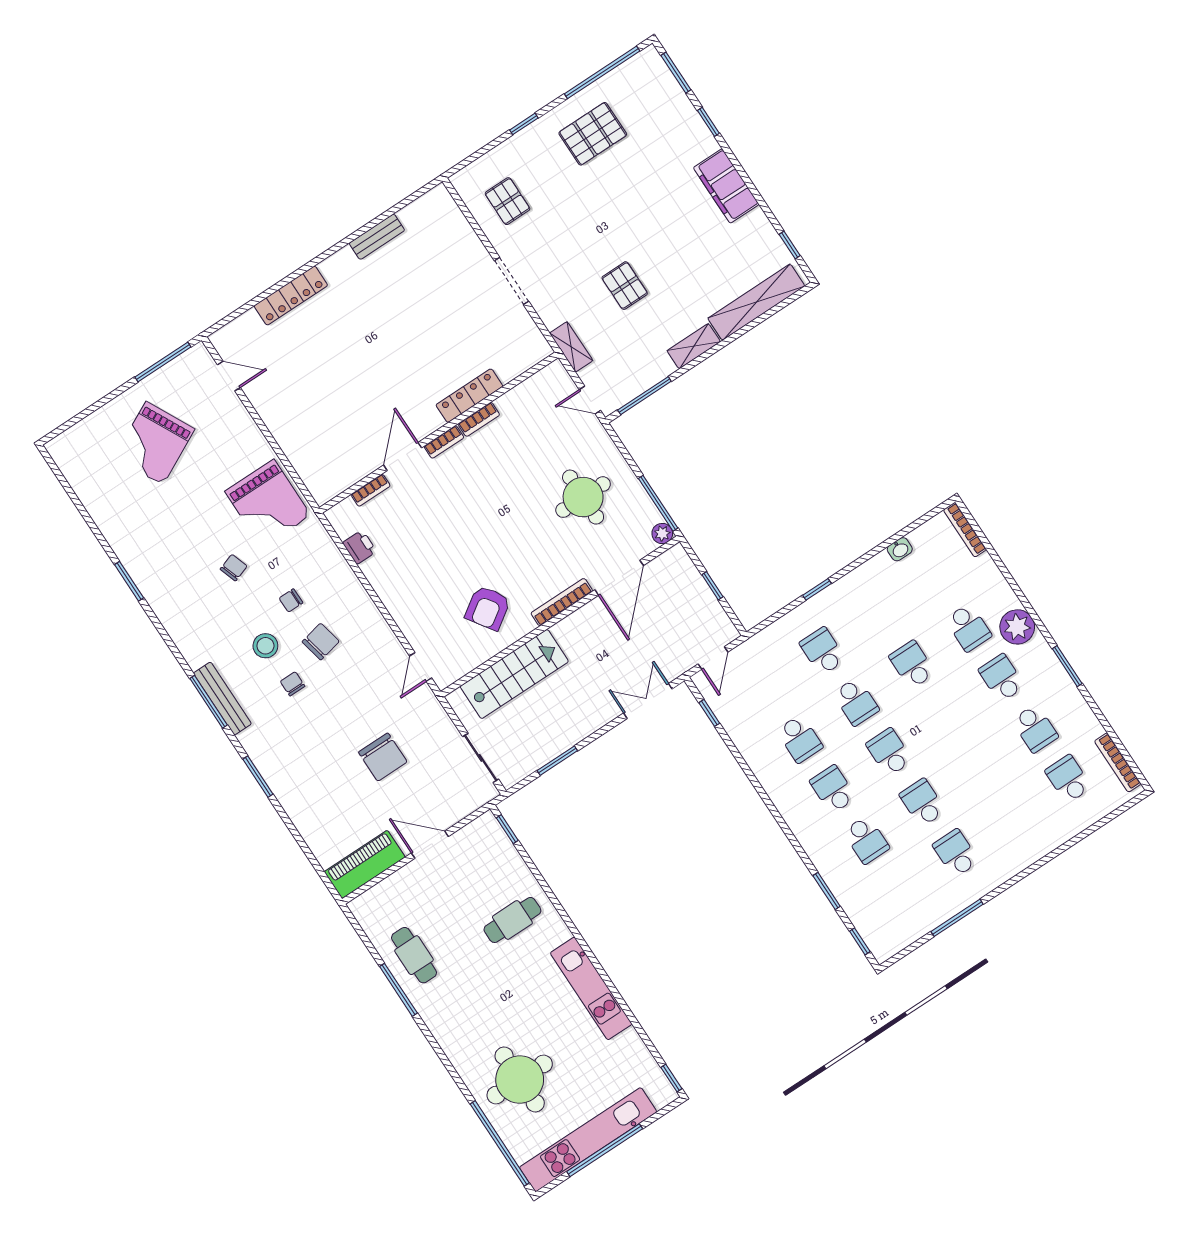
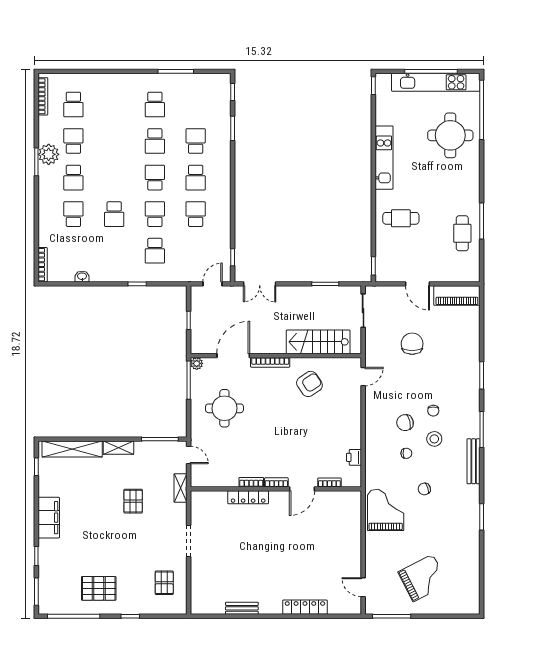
plant: (1017, 627) -> (49, 154), moved
bench: (222, 698) -> (474, 461), moved
school desk: (889, 752) -> (155, 178), turned 180

